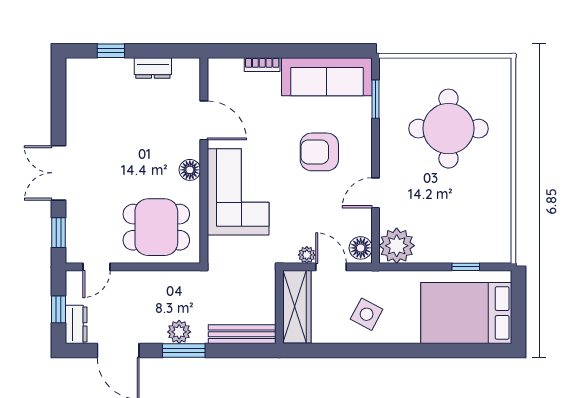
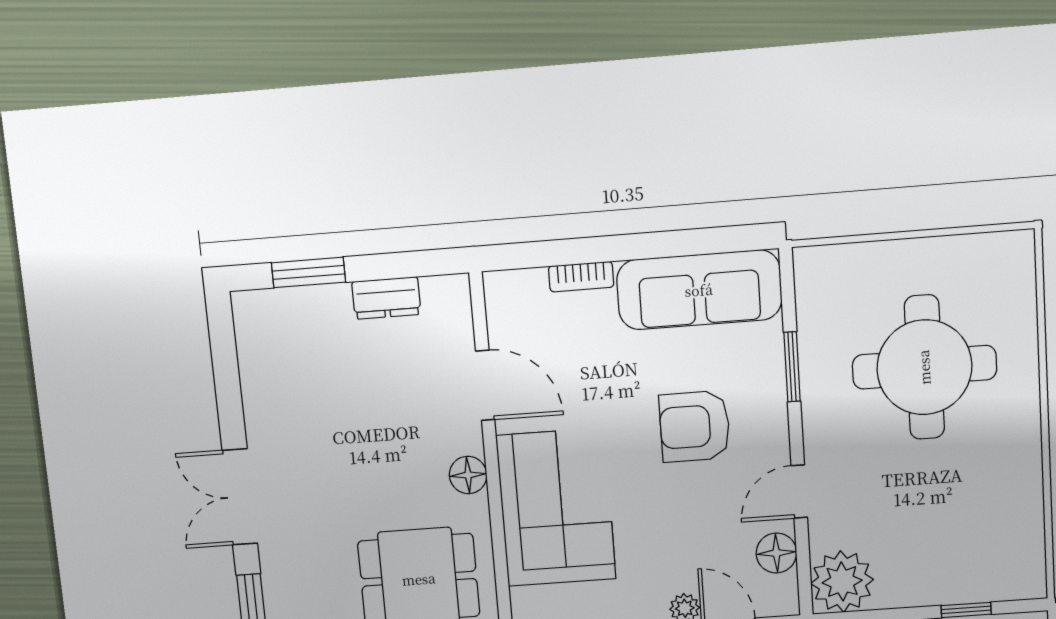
window: (111, 51) -> (309, 272), width x1.50
window: (376, 99) -> (792, 367), moved
floor lamp: (361, 248) -> (776, 553), moved

